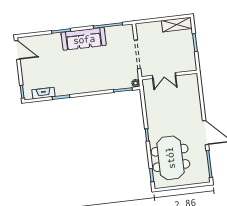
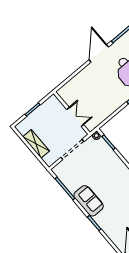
shelving: (177, 25) -> (36, 144), moved
sofa: (84, 39) -> (89, 201), width x0.73

